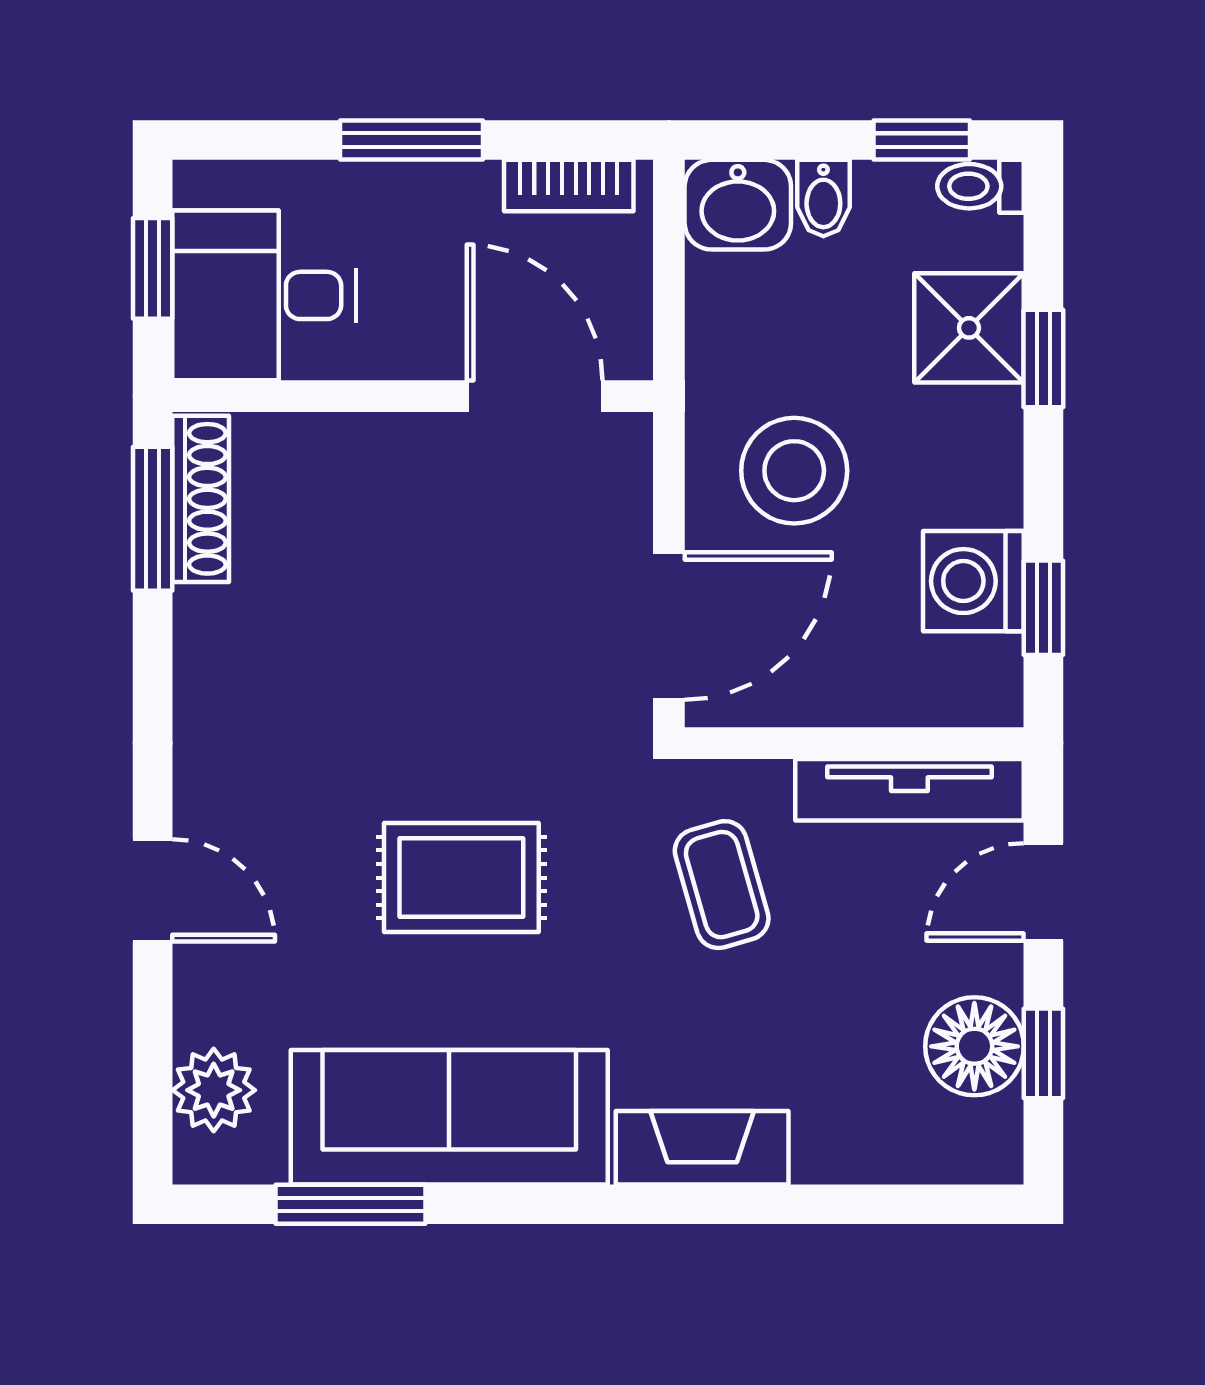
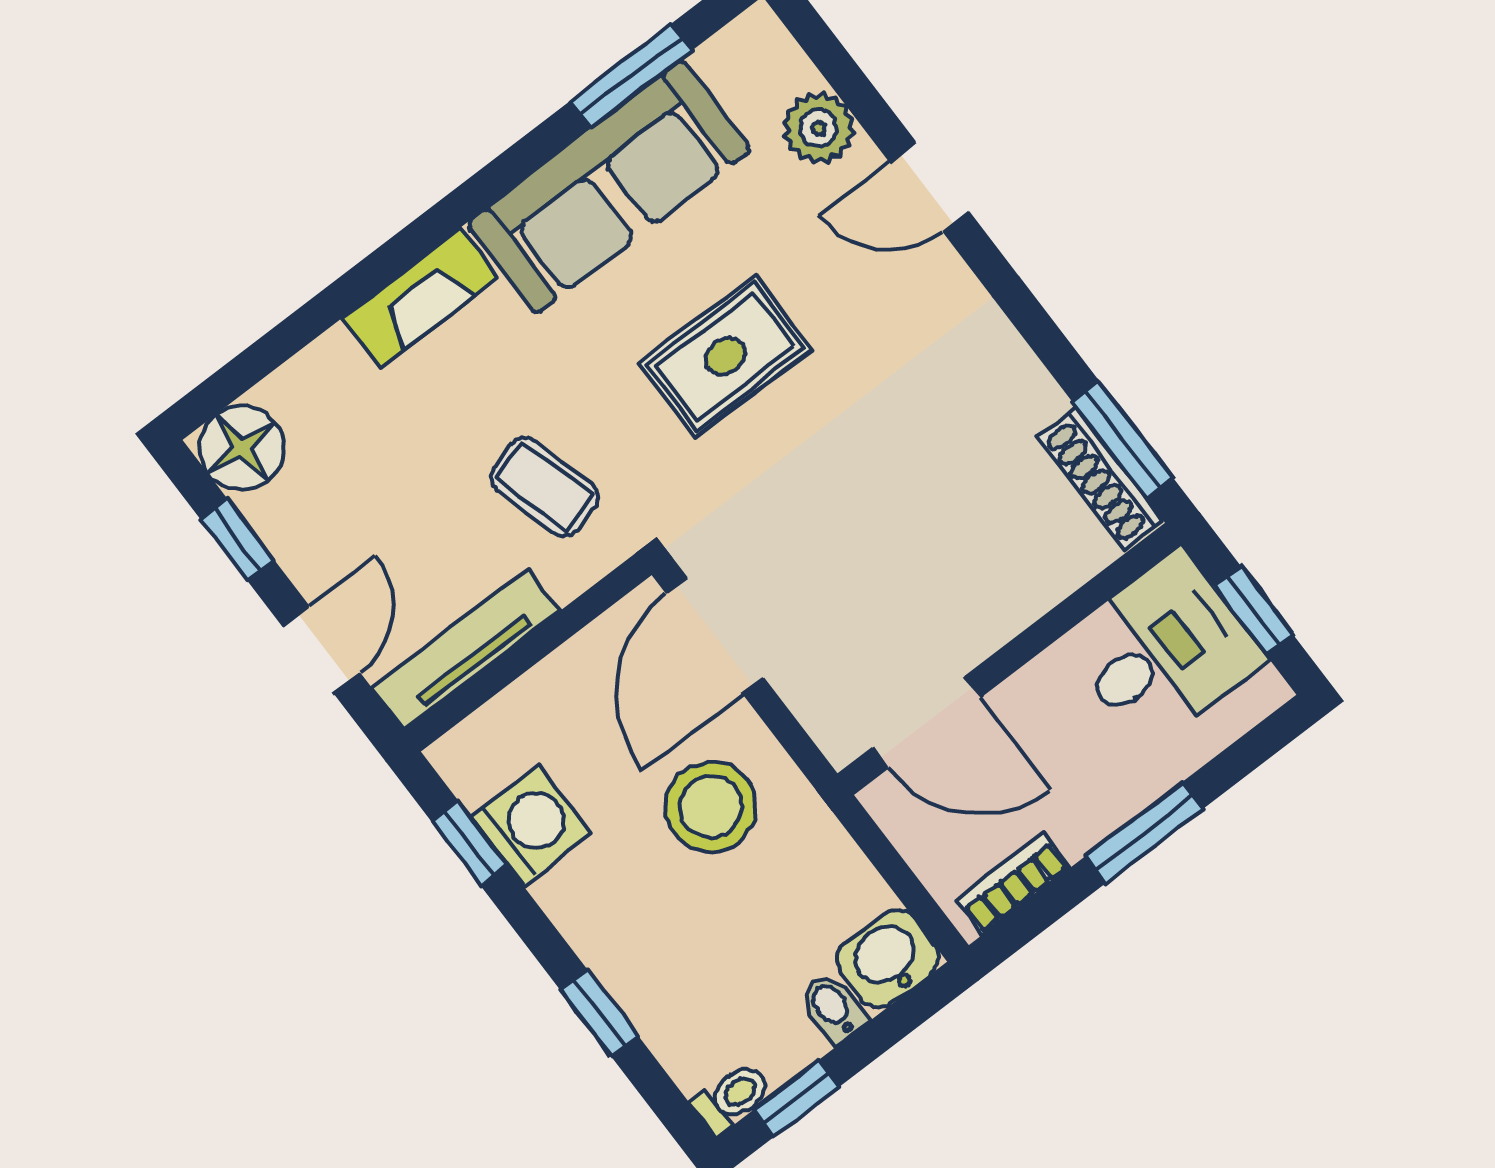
shower: (969, 328) -> (666, 995), removed
floor lamp: (974, 1046) -> (242, 448), moved
plant: (214, 1090) -> (818, 128), moved

